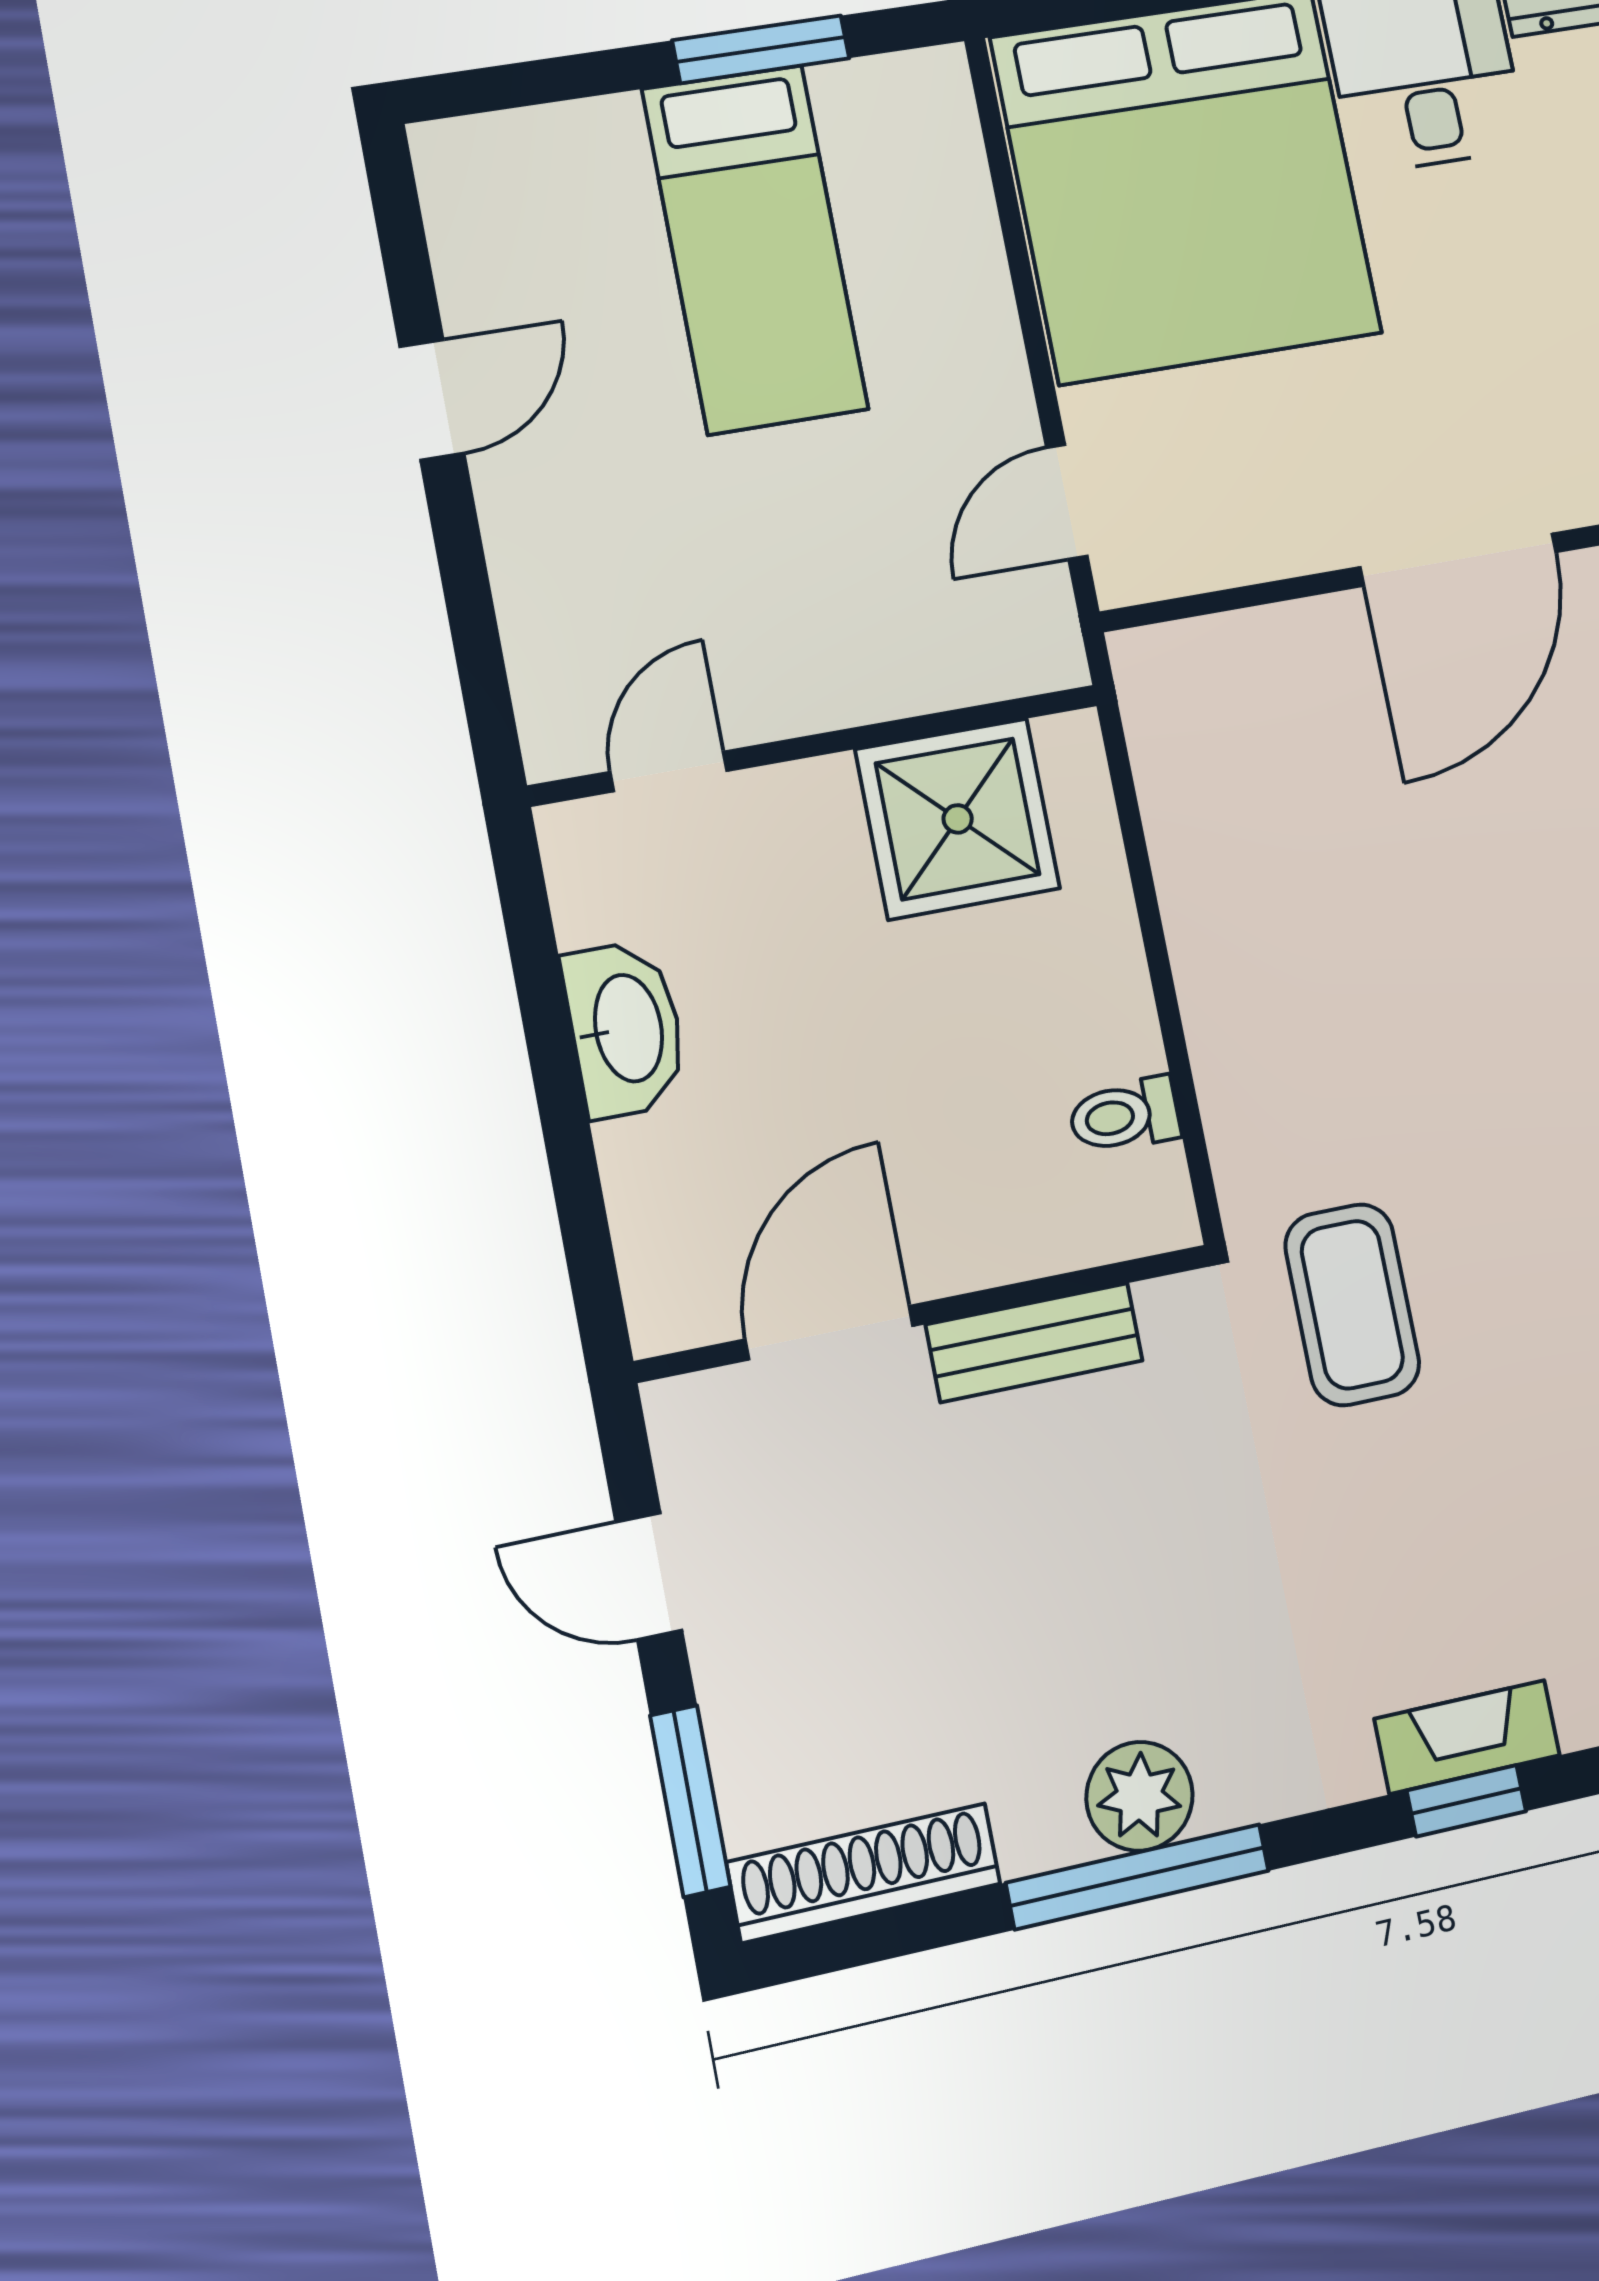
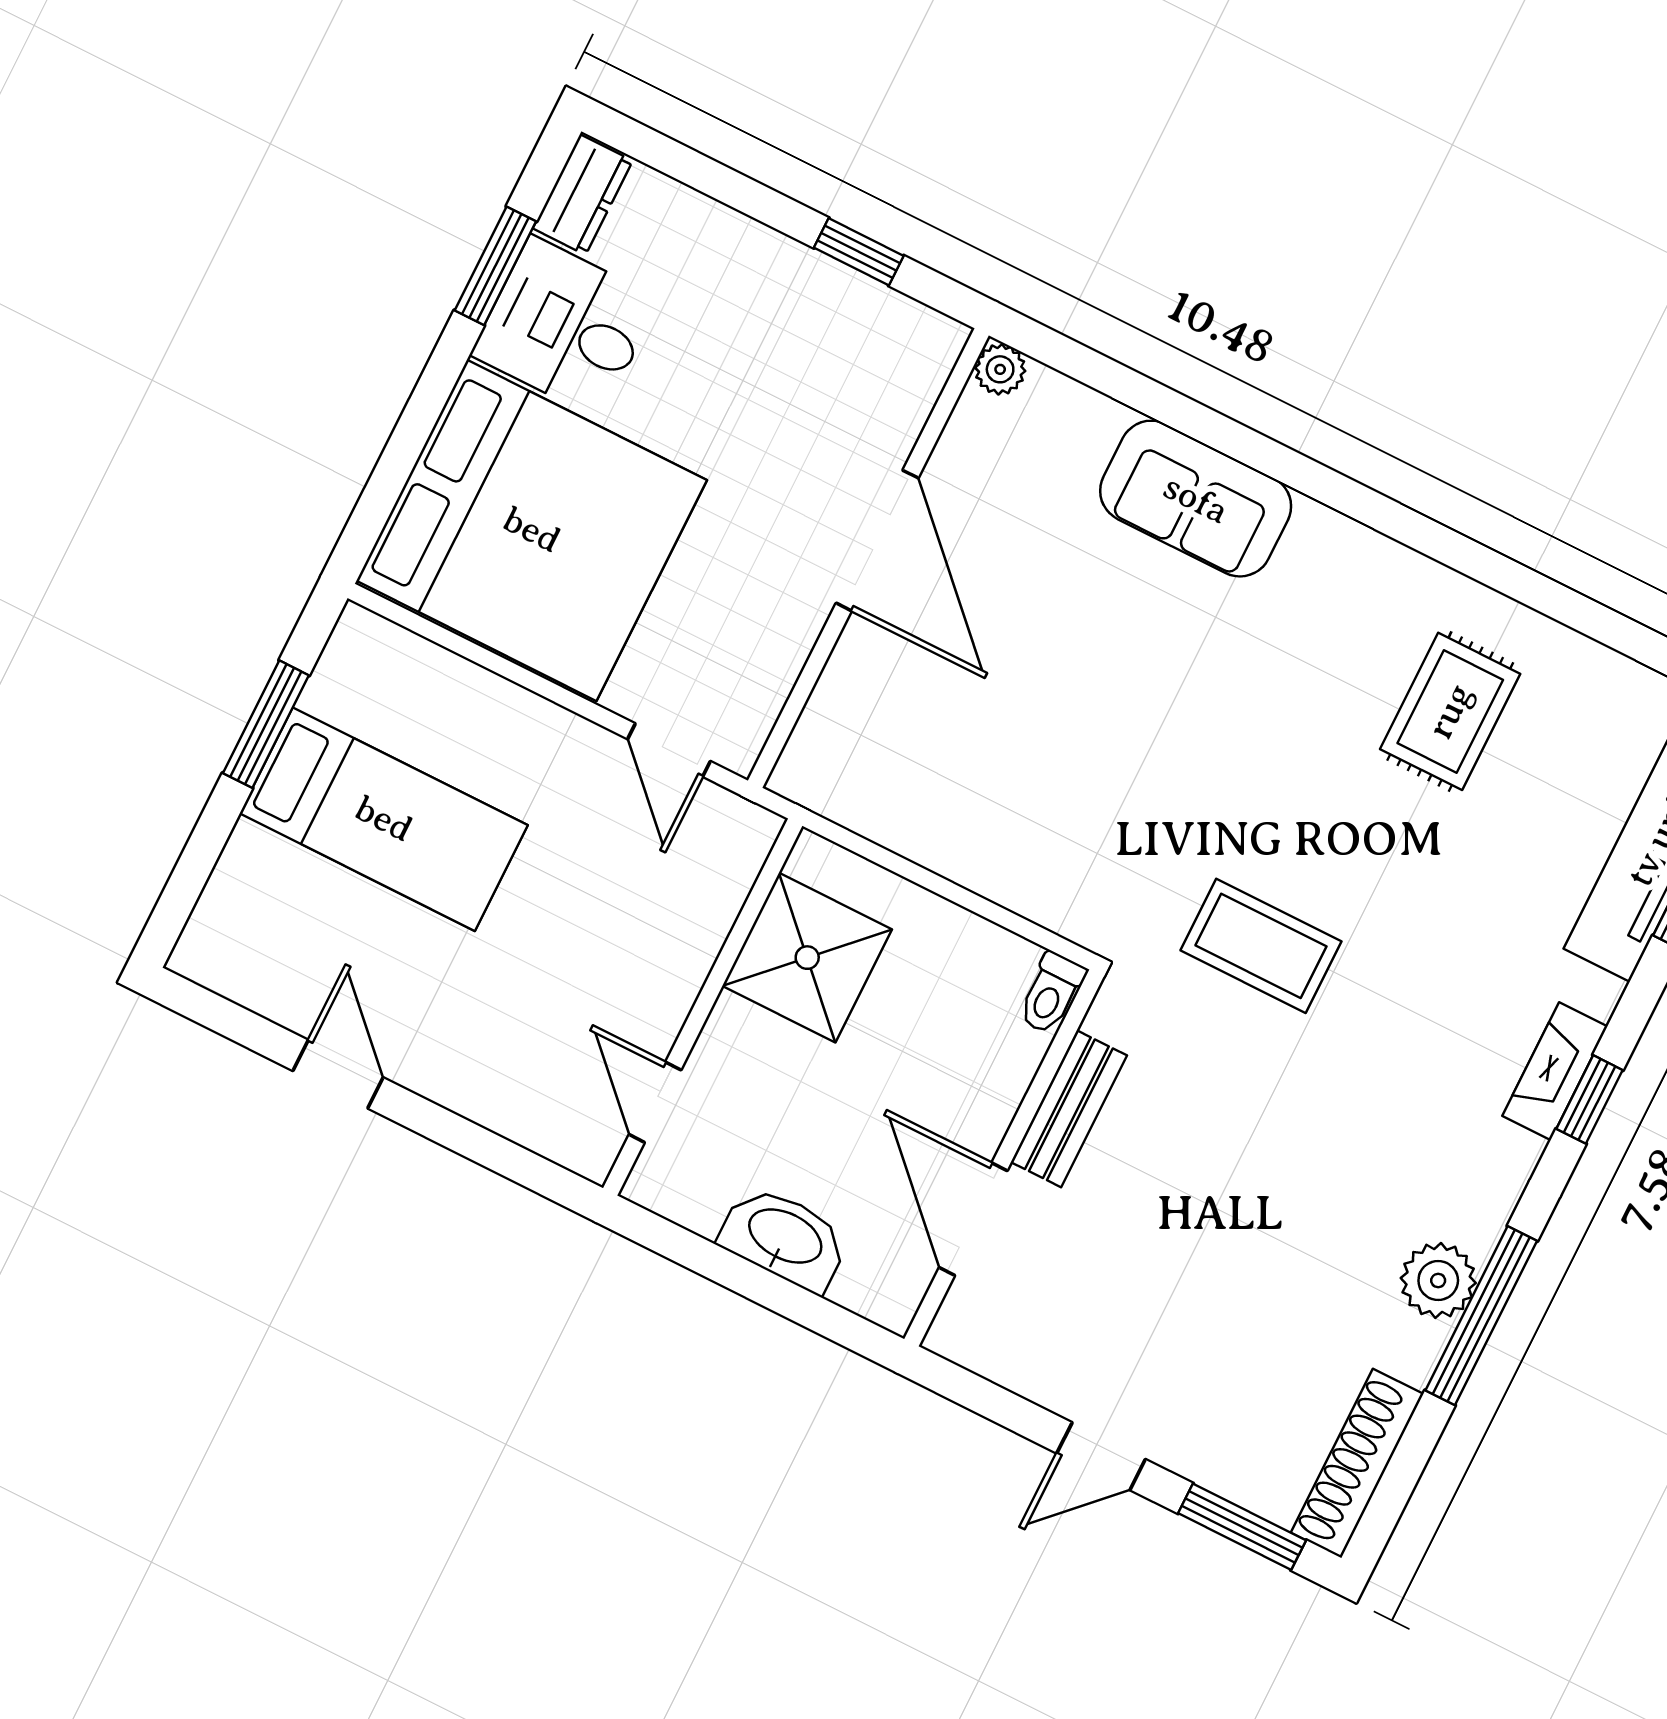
wall: (924, 1313) -> (1004, 1158), moved
door: (829, 1333) -> (973, 1219), moved
bench: (1034, 1343) -> (1069, 1109), moved

